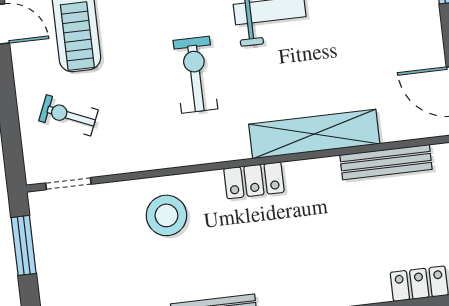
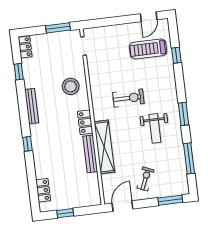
exercise bike: (69, 115) -> (145, 179), moved
bench: (386, 162) -> (90, 154), moved

